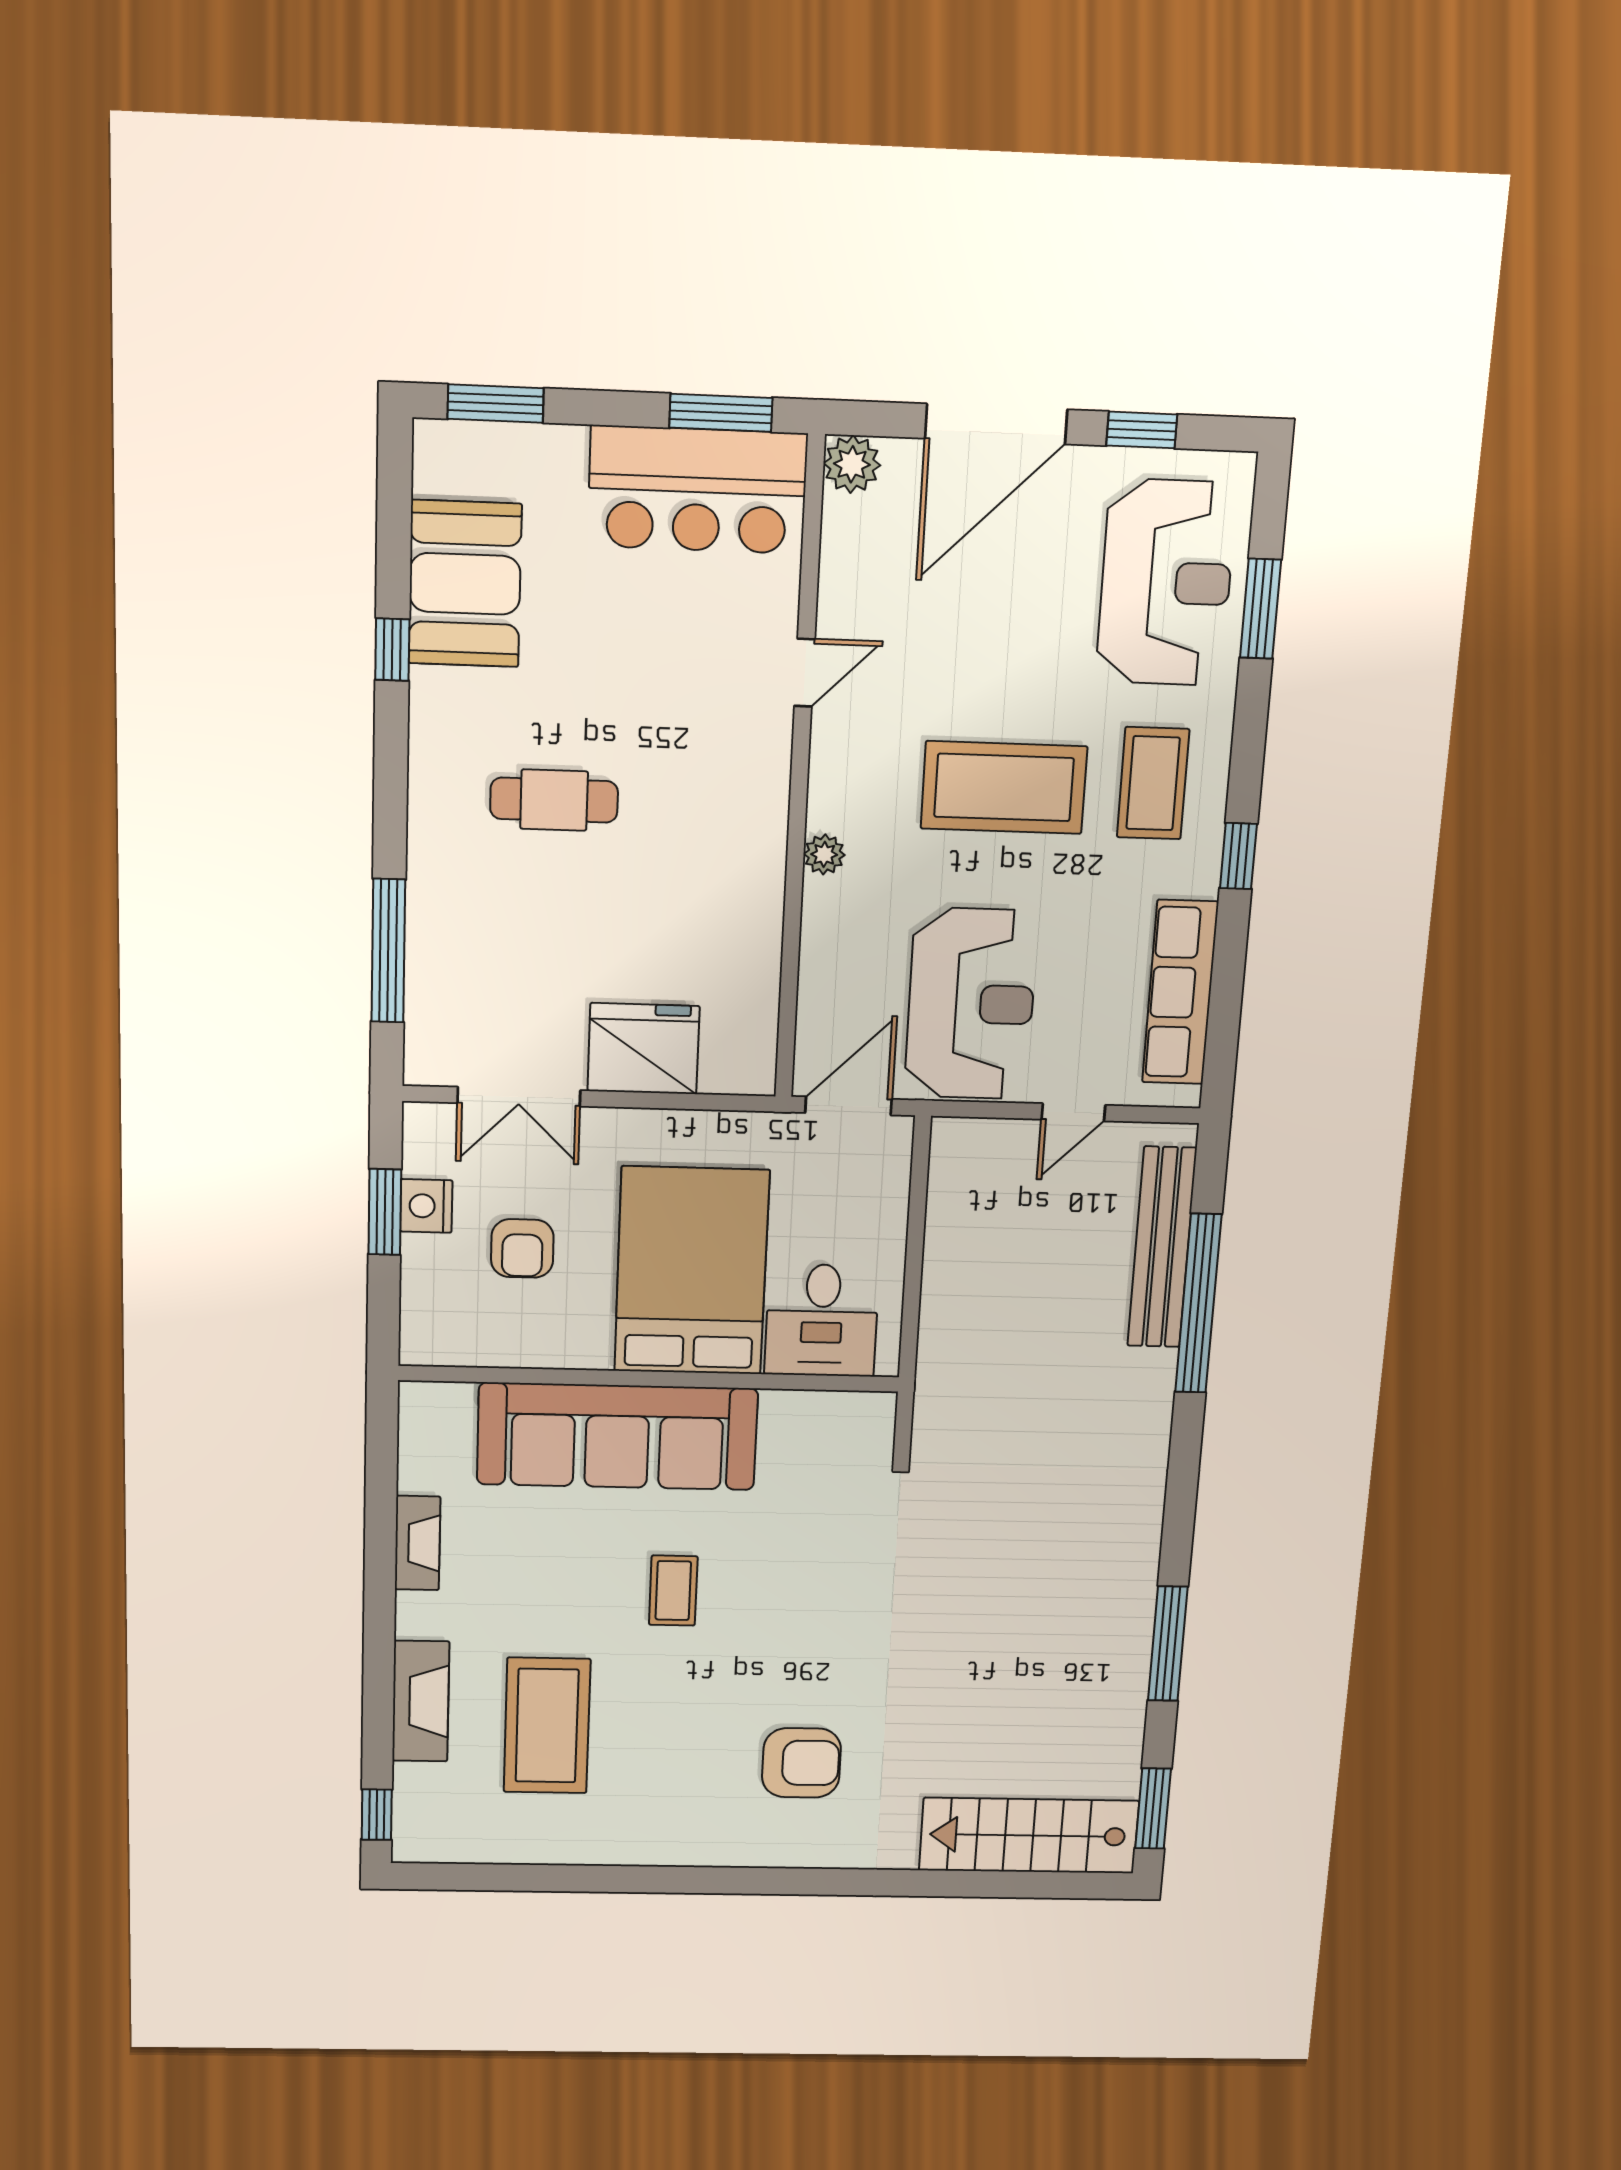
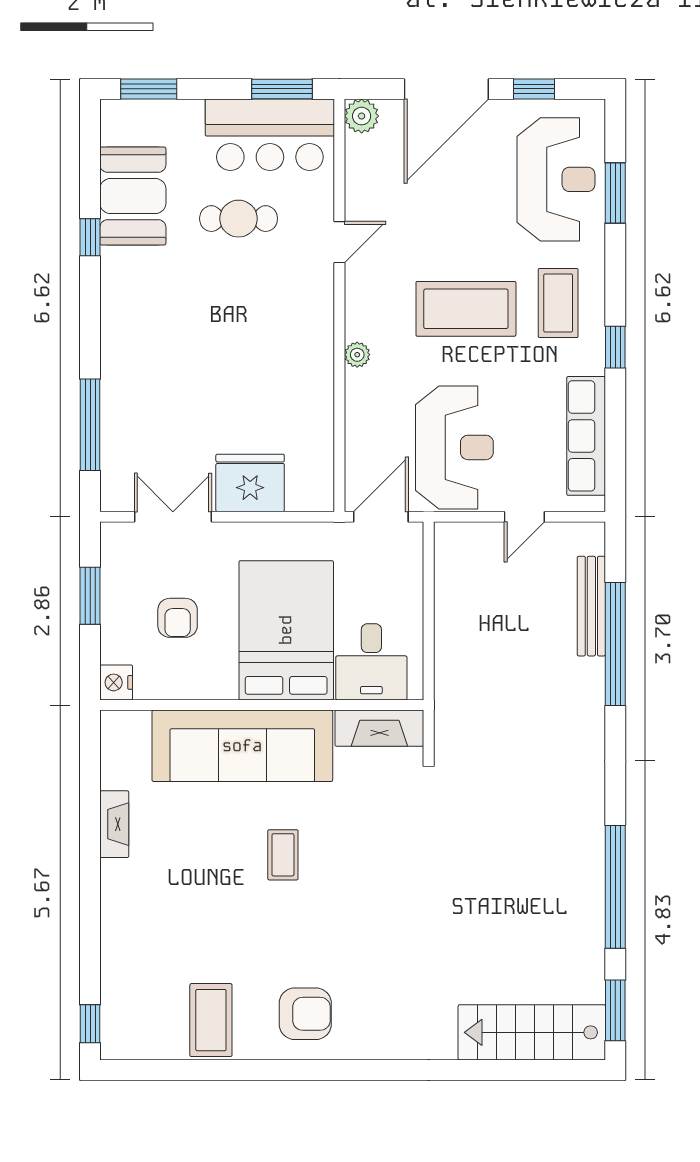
cafe table: (554, 800) -> (239, 219), moved
double door: (519, 1097) -> (173, 517), swing flipped
nightstand: (426, 1206) -> (116, 682), moved
bench: (1162, 1247) -> (591, 606), width x0.73, depth x0.82
window: (1168, 1644) -> (615, 887), width x1.46
fireplace: (421, 1701) -> (379, 728), moved, turned 90
coffee table: (547, 1726) -> (211, 1020), moved, width x0.73, depth x0.76
armchair: (801, 1763) -> (305, 1014), moved

